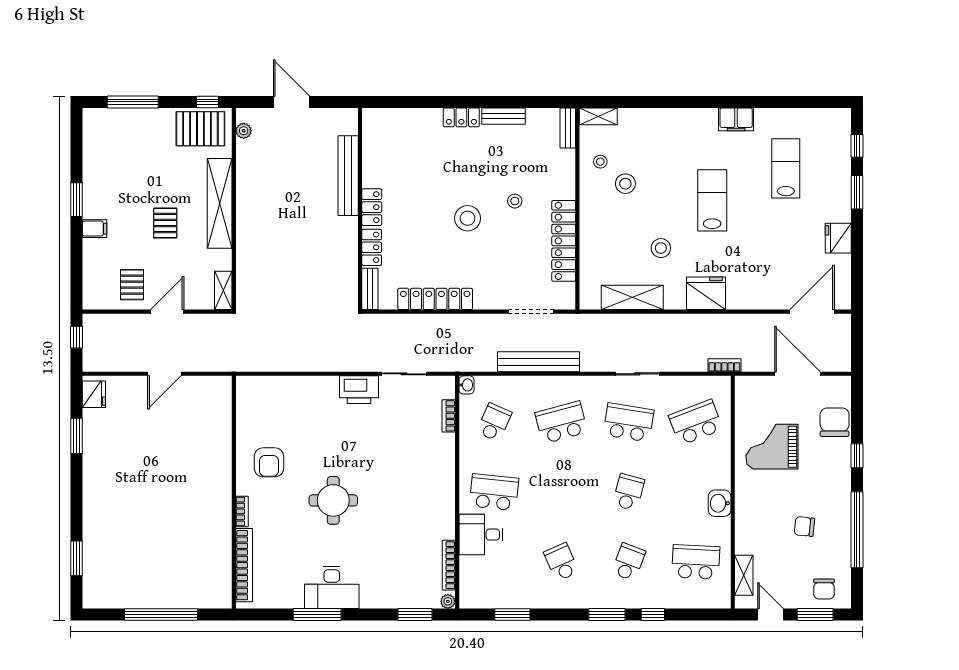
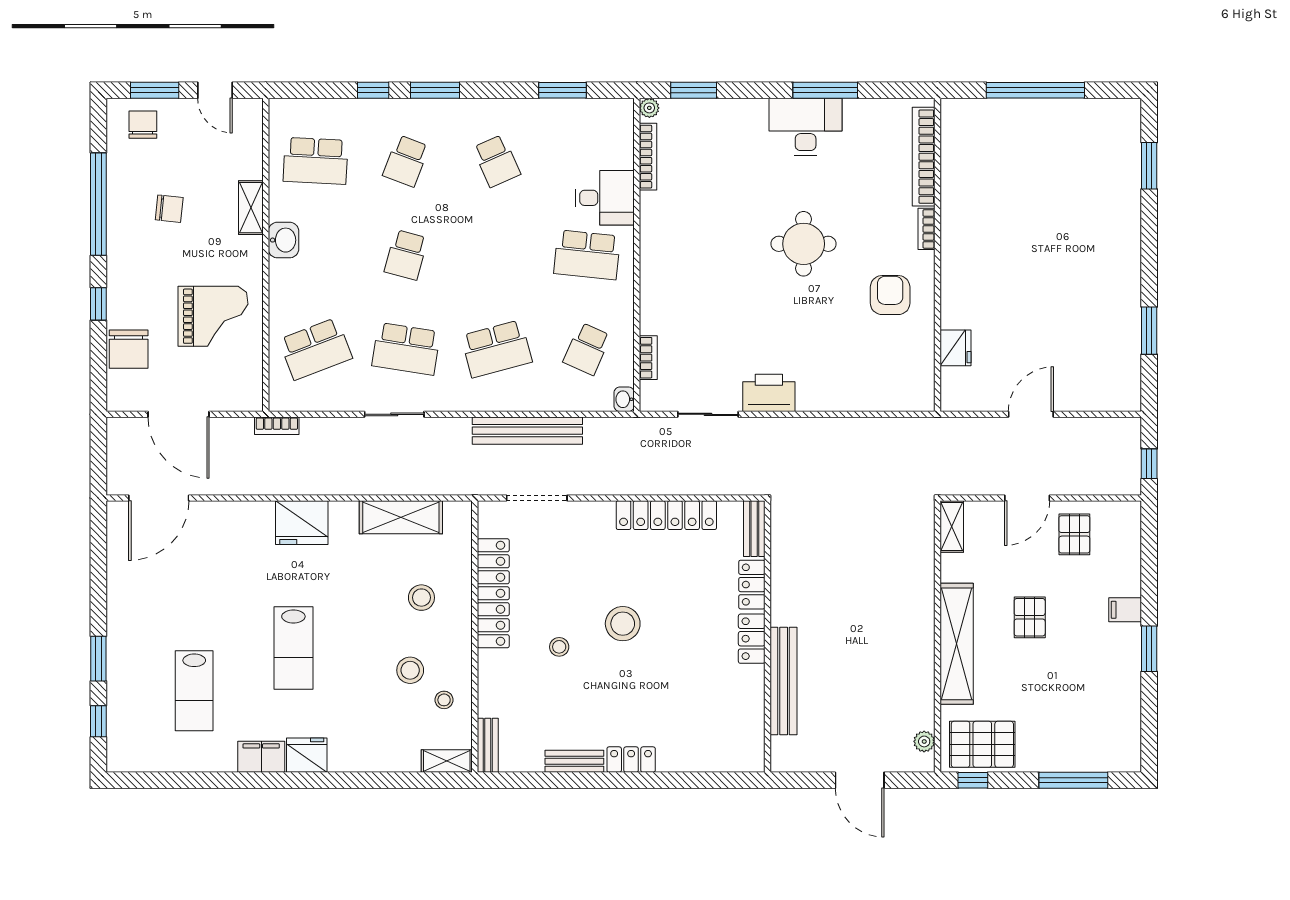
fridge: (838, 238) -> (307, 755), moved, turned -90
stool: (661, 248) -> (421, 598), moved
fridge: (94, 394) -> (955, 348), moved, turned 180
shelving: (744, 575) -> (251, 208), moved

